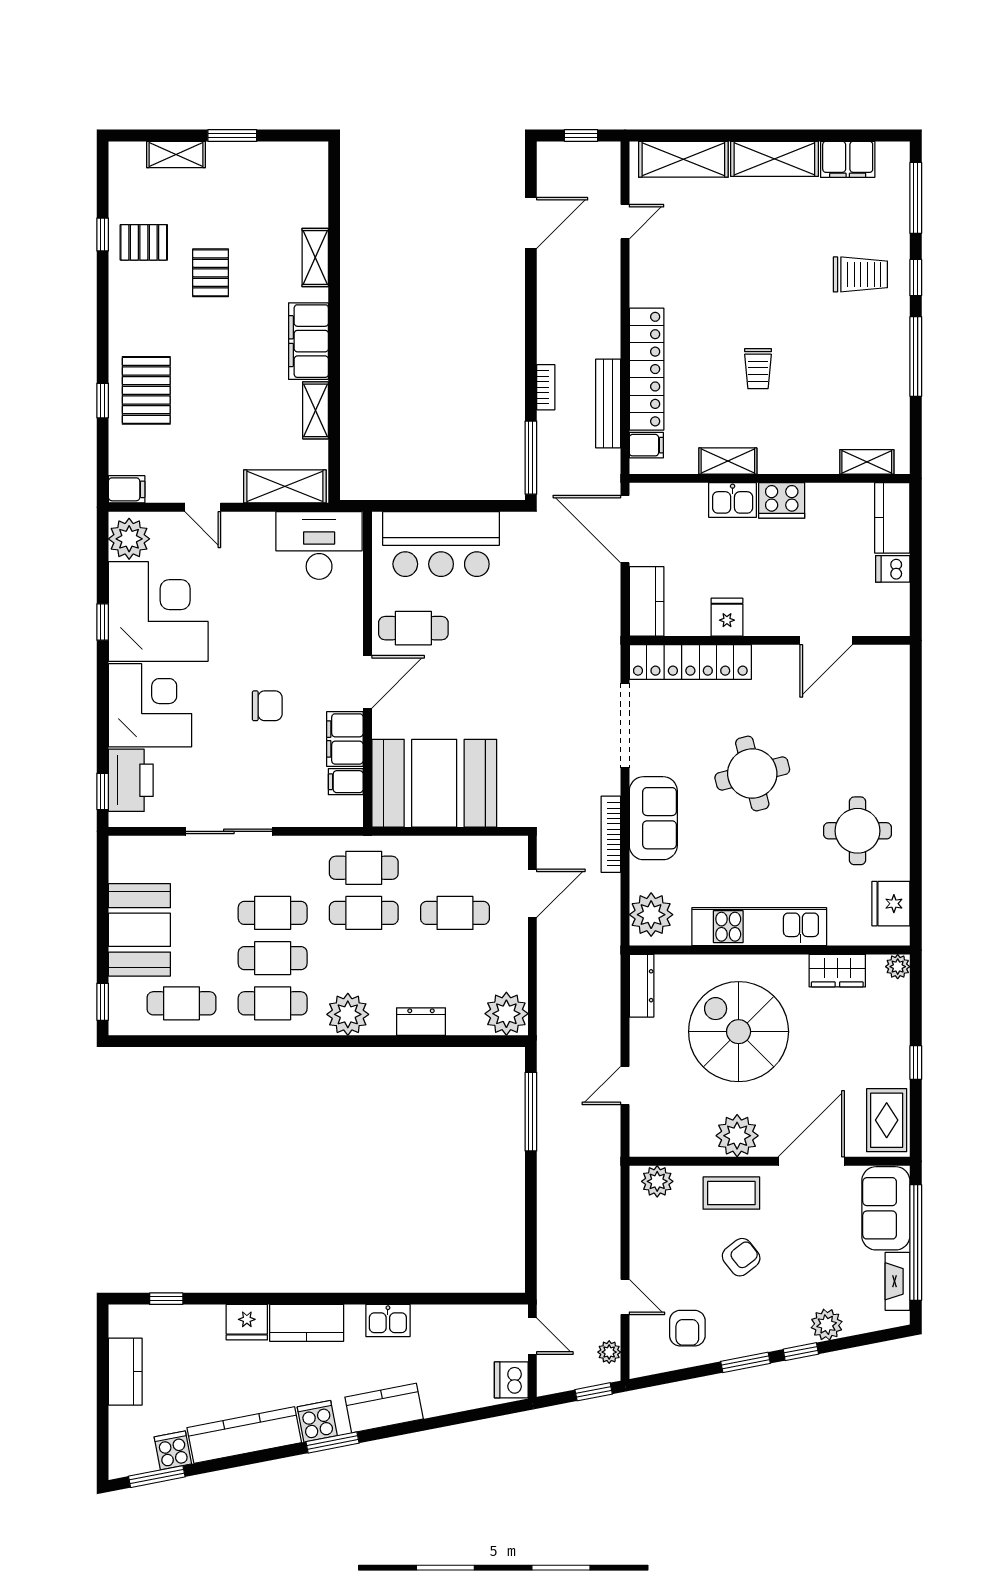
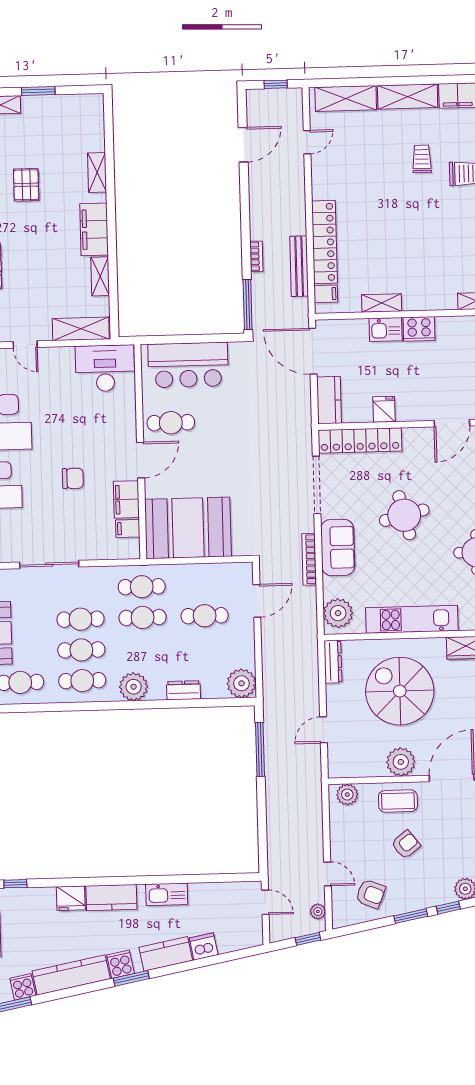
trolley: (758, 369) -> (422, 159), moved, turned 180
kitchen sink: (388, 1320) -> (167, 894), width x1.38
armchair: (687, 1328) -> (371, 894), turned -68
dishwasher: (511, 1380) -> (204, 946), moved, turned 79

